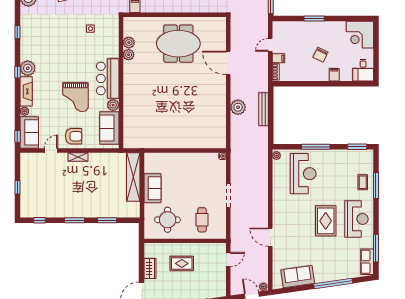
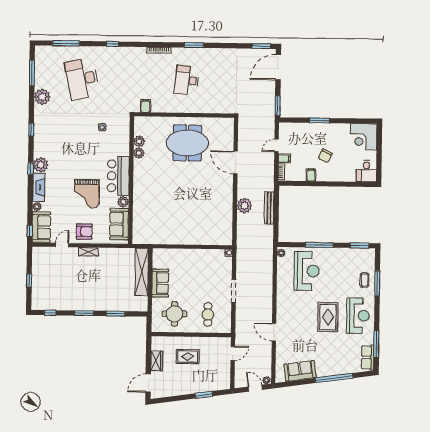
filing cabinet: (334, 75) -> (311, 175), moved

